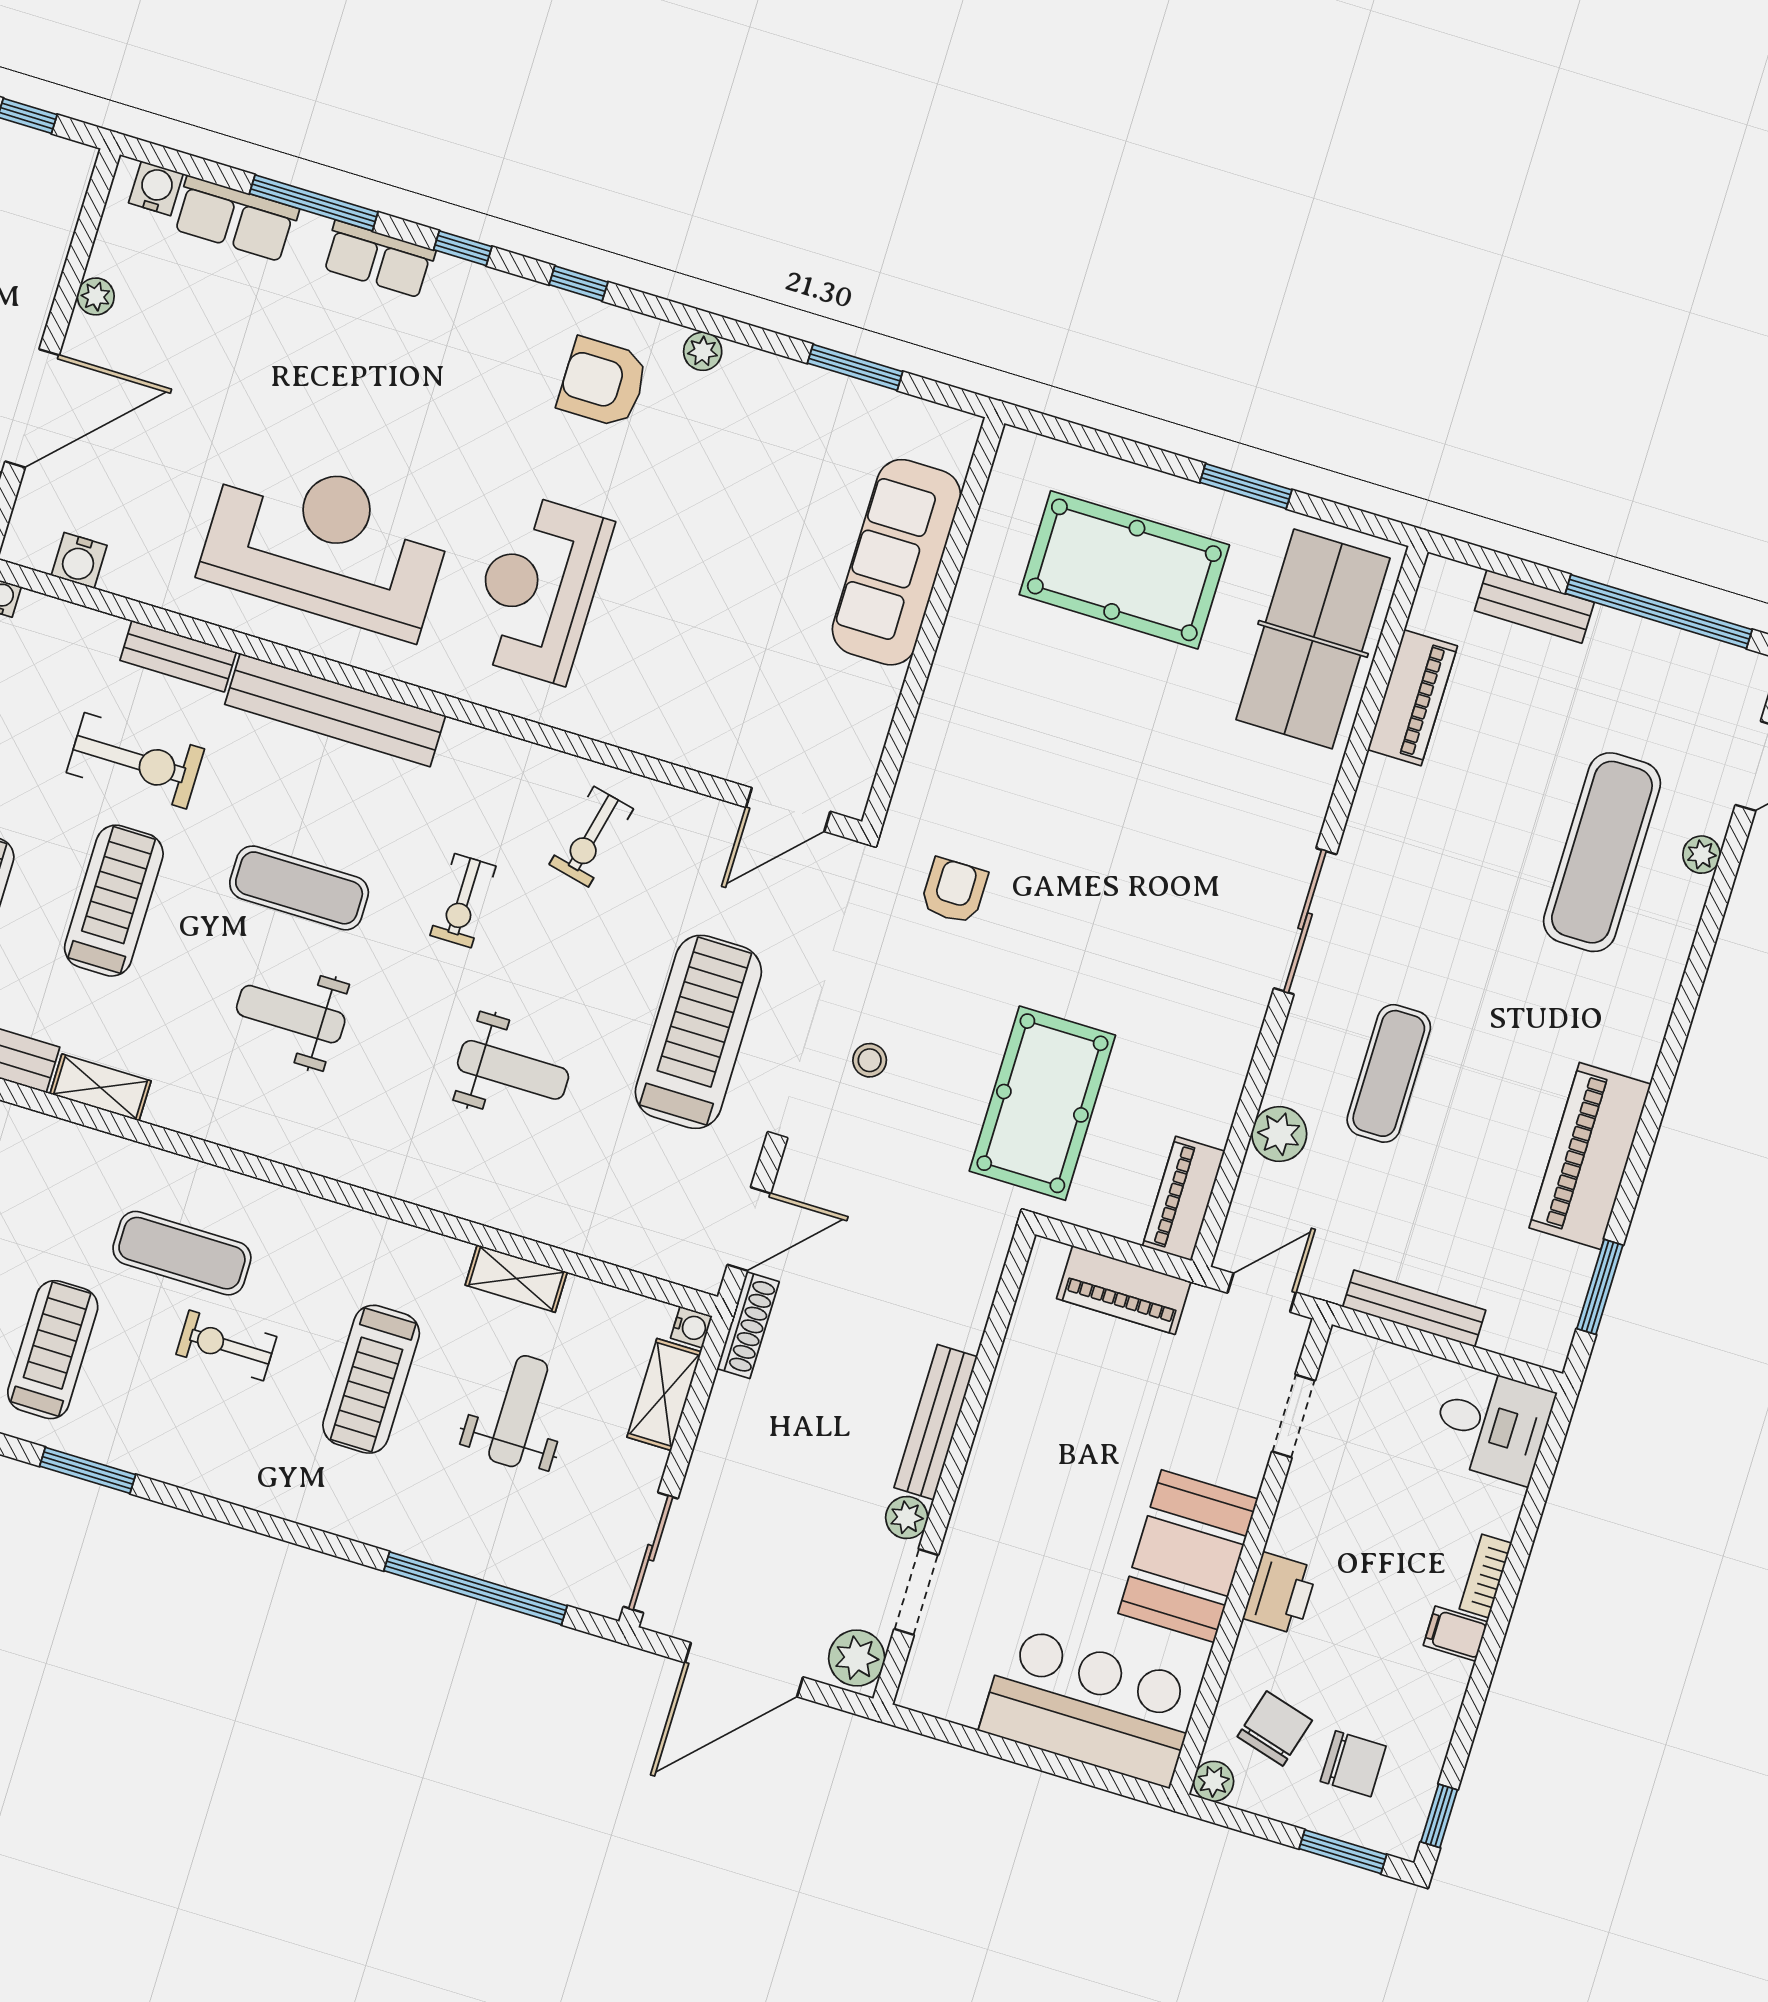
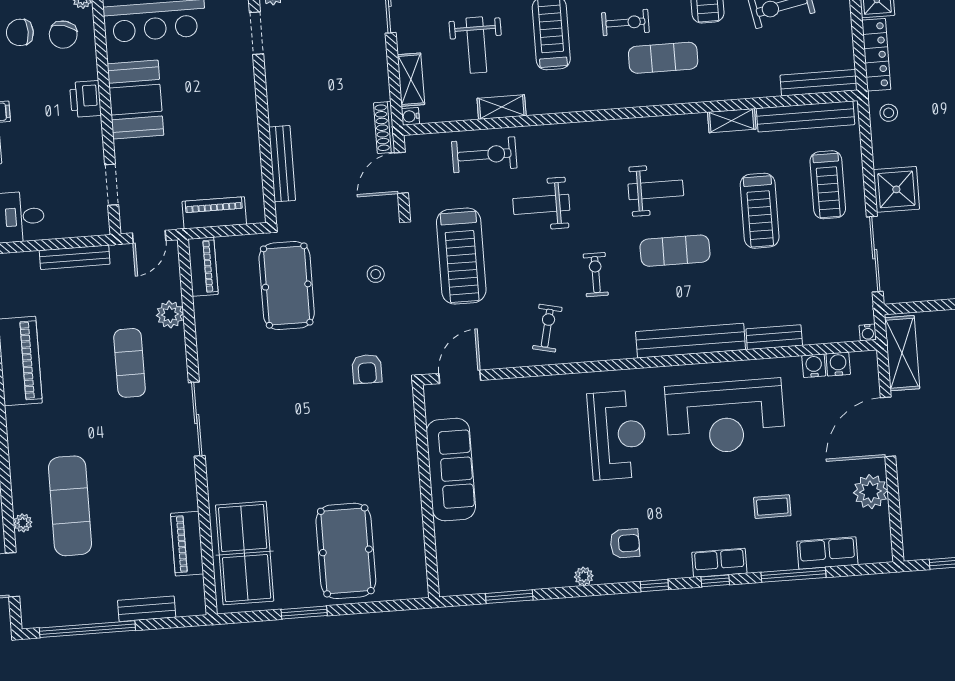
water cooler: (156, 188) -> (814, 366), moved, turned 180
row of seats: (378, 259) -> (719, 563), moved
plant: (96, 296) -> (871, 492), width x1.88, depth x1.88
coffee table: (304, 344) -> (772, 507), added
armchair: (603, 382) -> (625, 543), width x0.72, depth x0.72
sofa: (896, 562) -> (451, 470), moved
pool table: (1124, 570) -> (346, 551), turned 90
exercise bike: (135, 761) -> (484, 155), moved, turned 180
bench: (936, 1422) -> (282, 164), moved
plant: (907, 1518) -> (275, 66), removed

